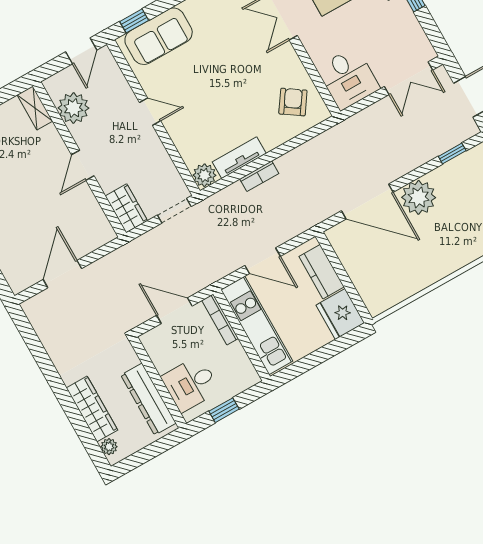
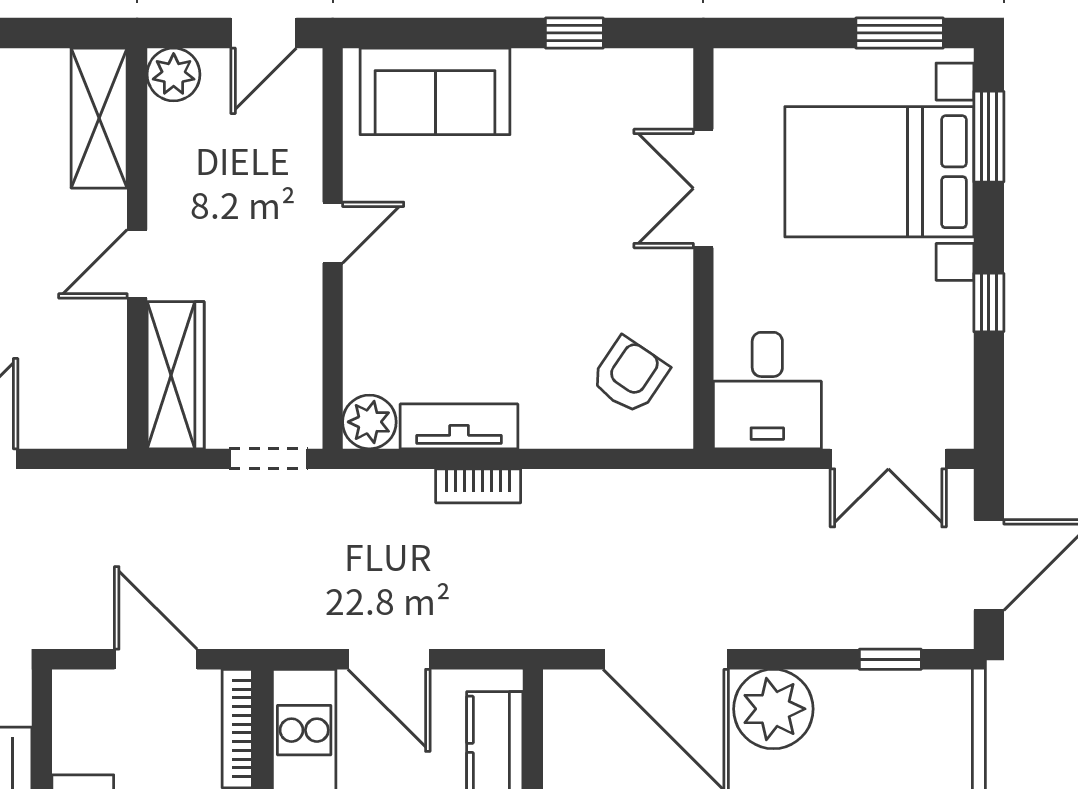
window: (134, 21) -> (403, 33), removed
shelving: (35, 108) -> (99, 118), width x1.50, depth x1.33
plant: (73, 108) -> (174, 74), moved, width x0.73, depth x0.73
door: (150, 112) -> (333, 233), hinge flipped
wardrobe: (126, 208) -> (176, 375), width x1.50

